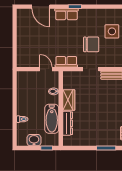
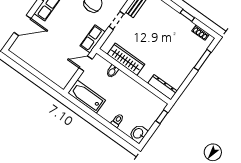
wardrobe: (69, 100) -> (126, 59), width x1.50
bathtub: (52, 119) -> (87, 97), moved, turned 180
dresser: (68, 123) -> (162, 87), moved
washbasin: (34, 140) -> (138, 134), moved

